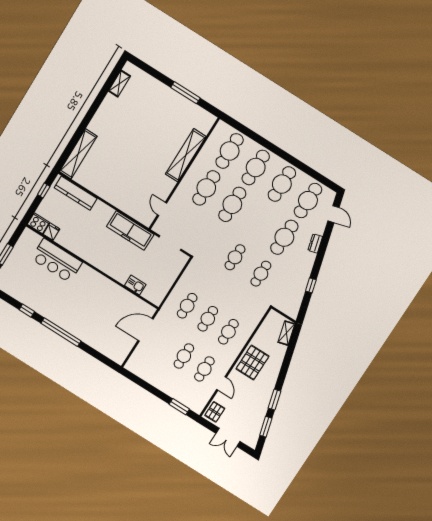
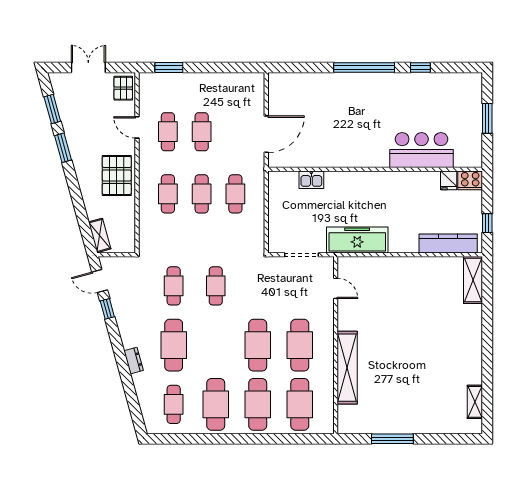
shelving: (78, 154) -> (473, 280), width x0.68
cafe table: (308, 201) -> (174, 404), width x0.73, depth x0.74
door: (333, 214) -> (100, 281), moved

